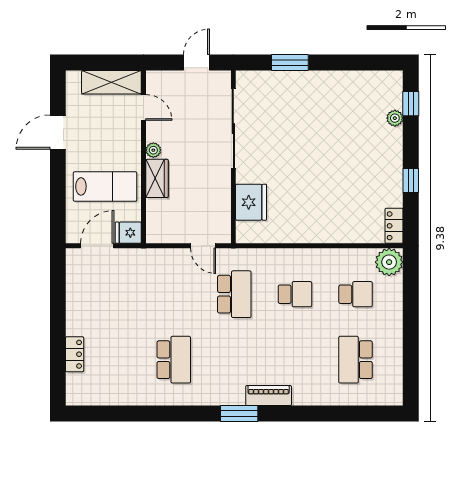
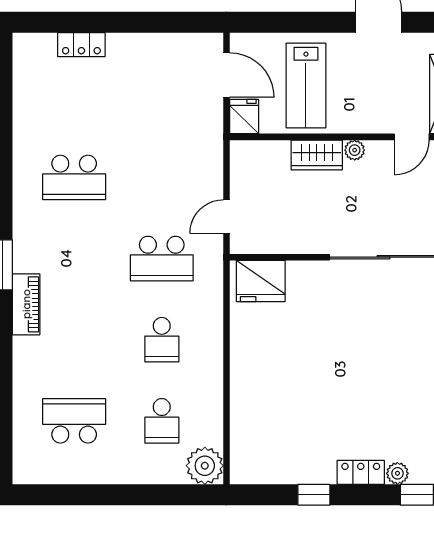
fridge: (251, 202) -> (261, 281), moved
locker: (394, 226) -> (361, 472), moved

